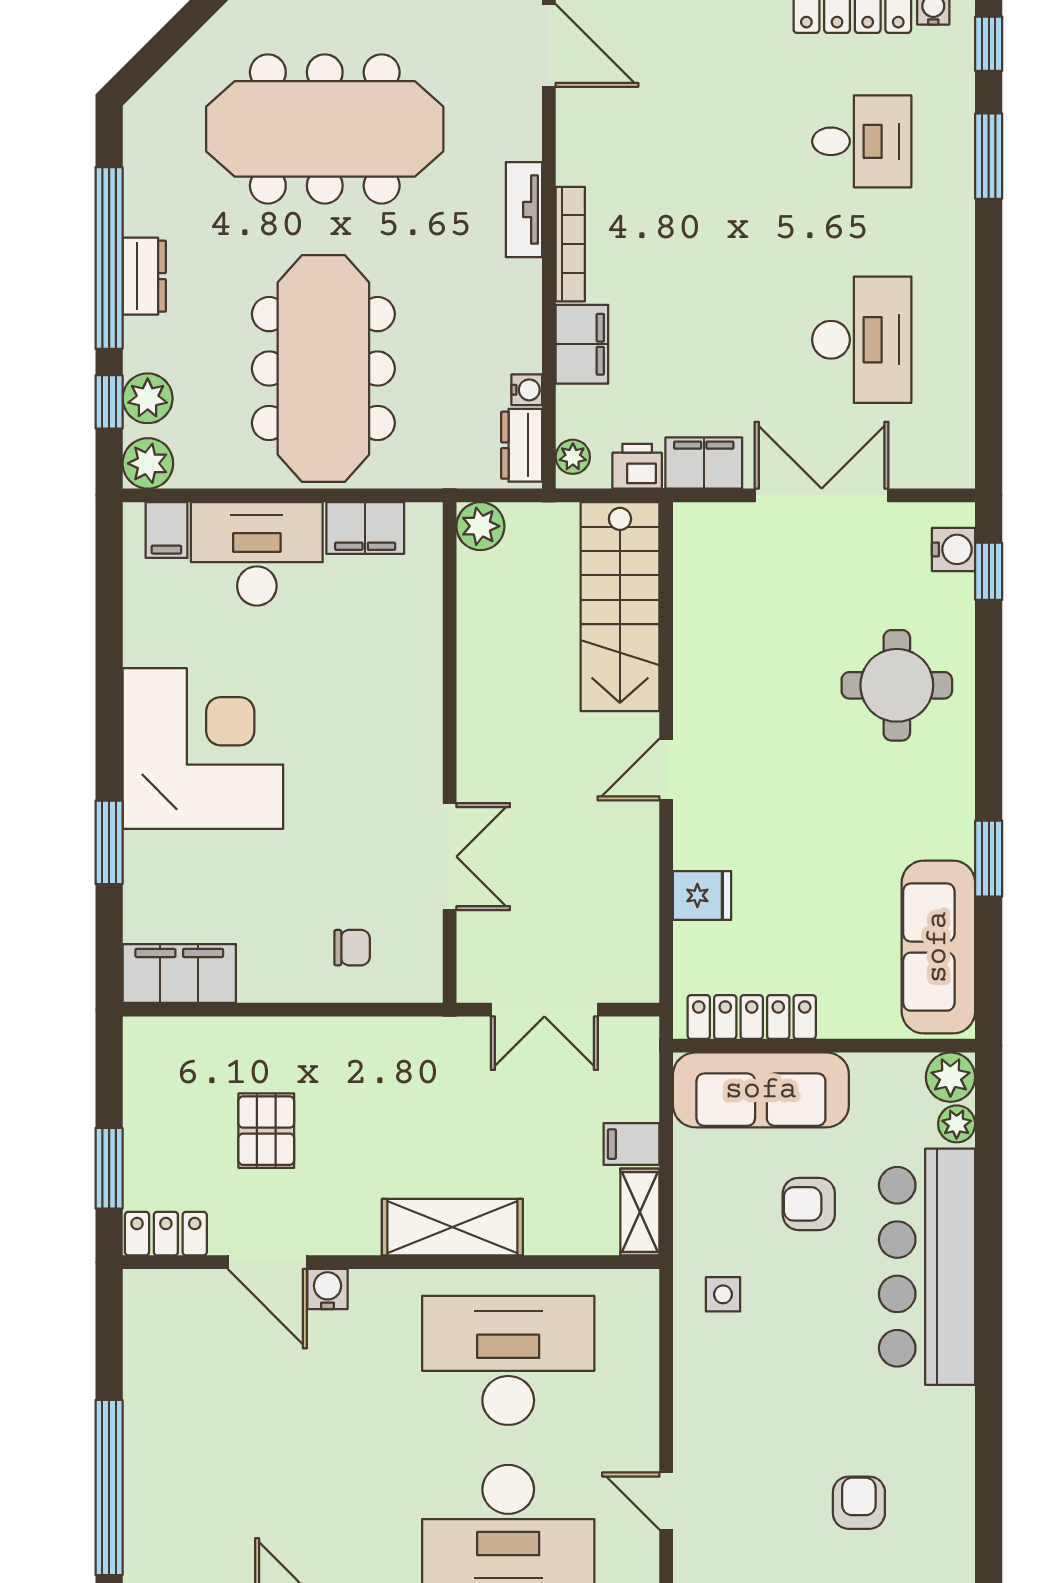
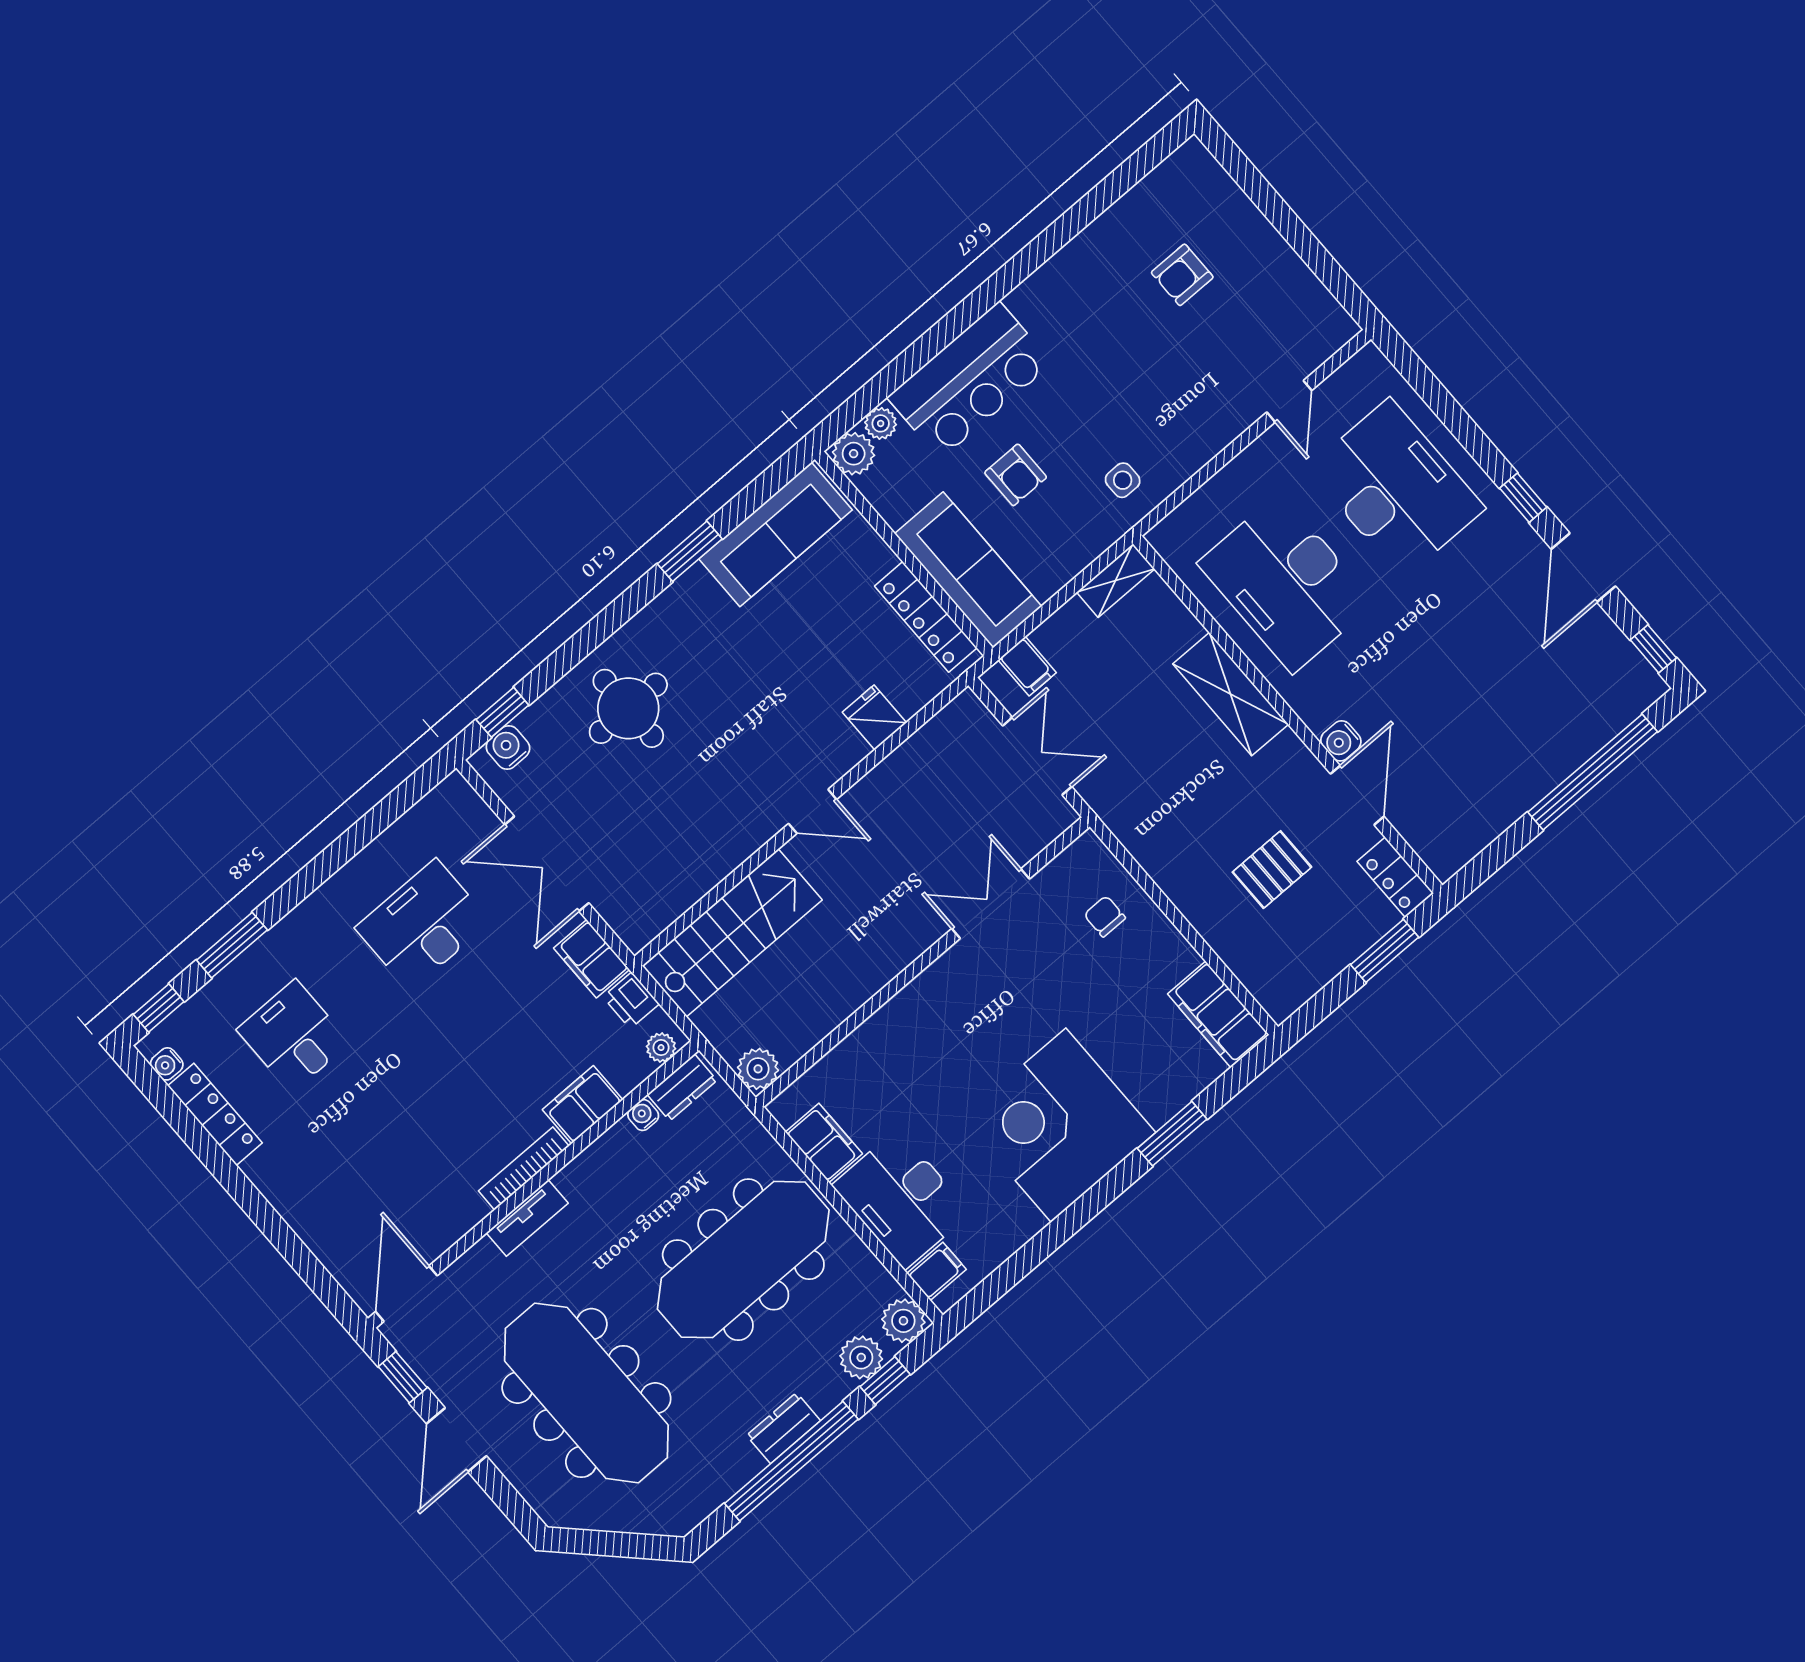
filing cabinet: (631, 1144) -> (1027, 666), moved
bar counter: (927, 1267) -> (970, 380), width x0.73

